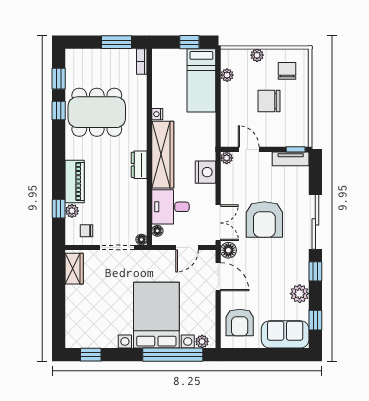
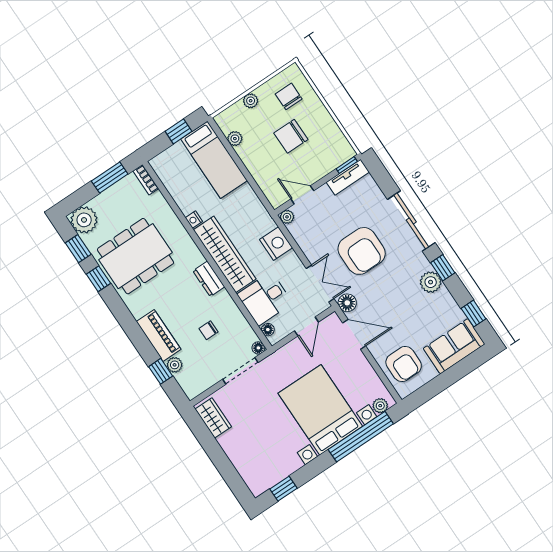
plant: (77, 61) -> (84, 220), added
chair: (87, 231) -> (209, 330), moved
plant: (300, 294) -> (431, 282), moved

